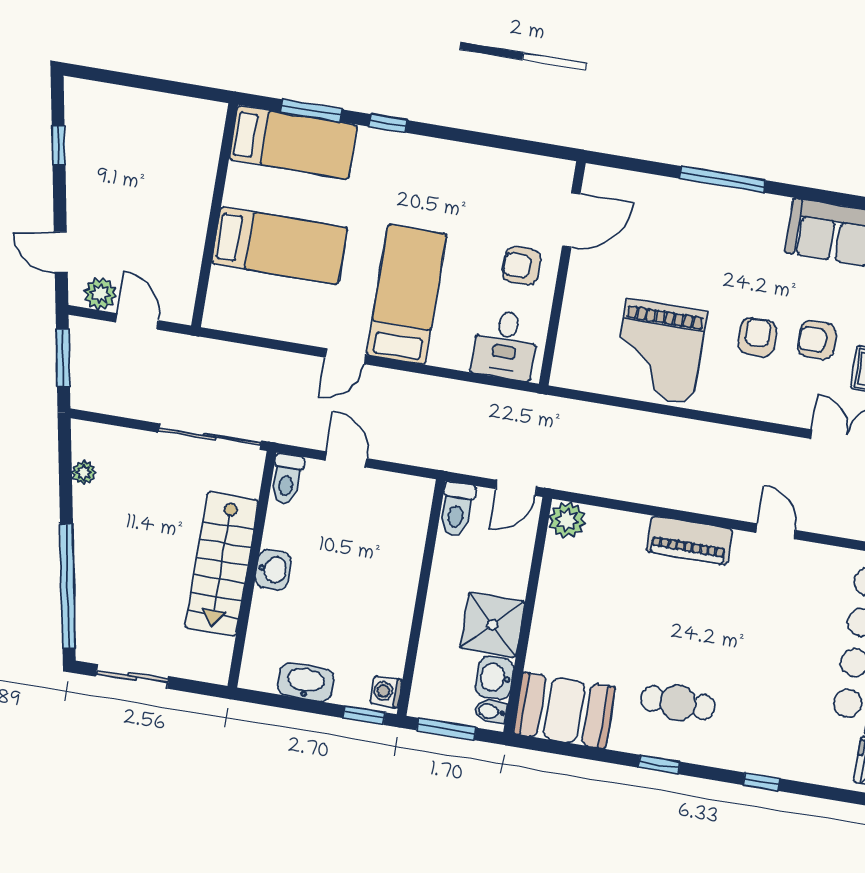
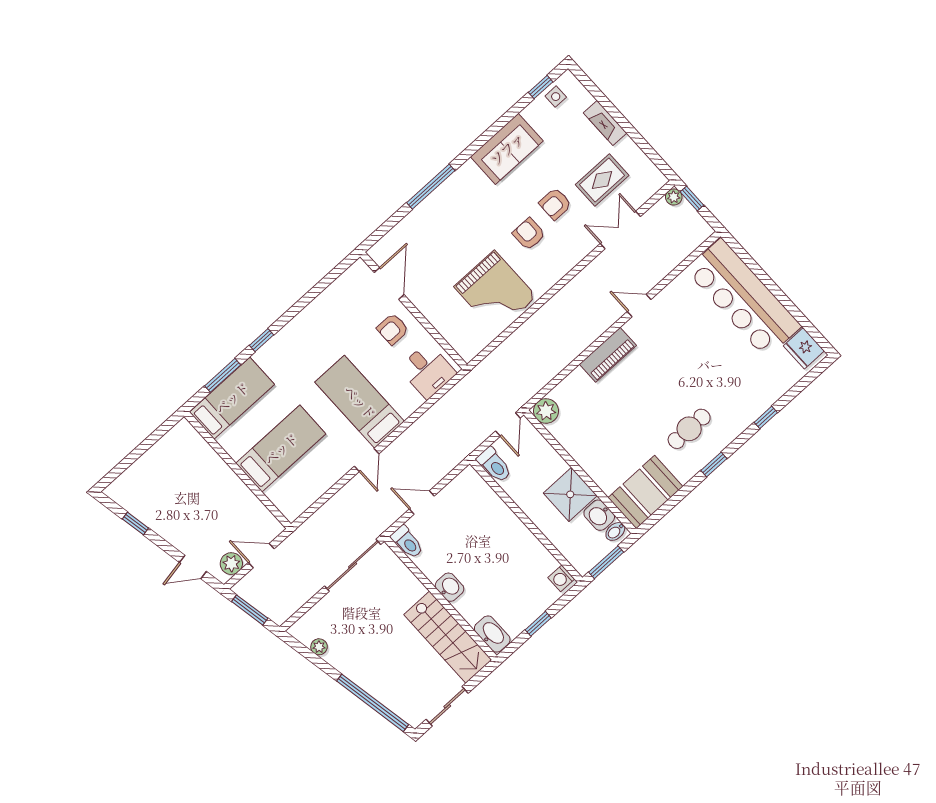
stairs: (222, 564) -> (448, 637), moved
washbasin: (306, 682) -> (492, 634), moved, turned 90
window: (364, 715) -> (538, 624), moved

